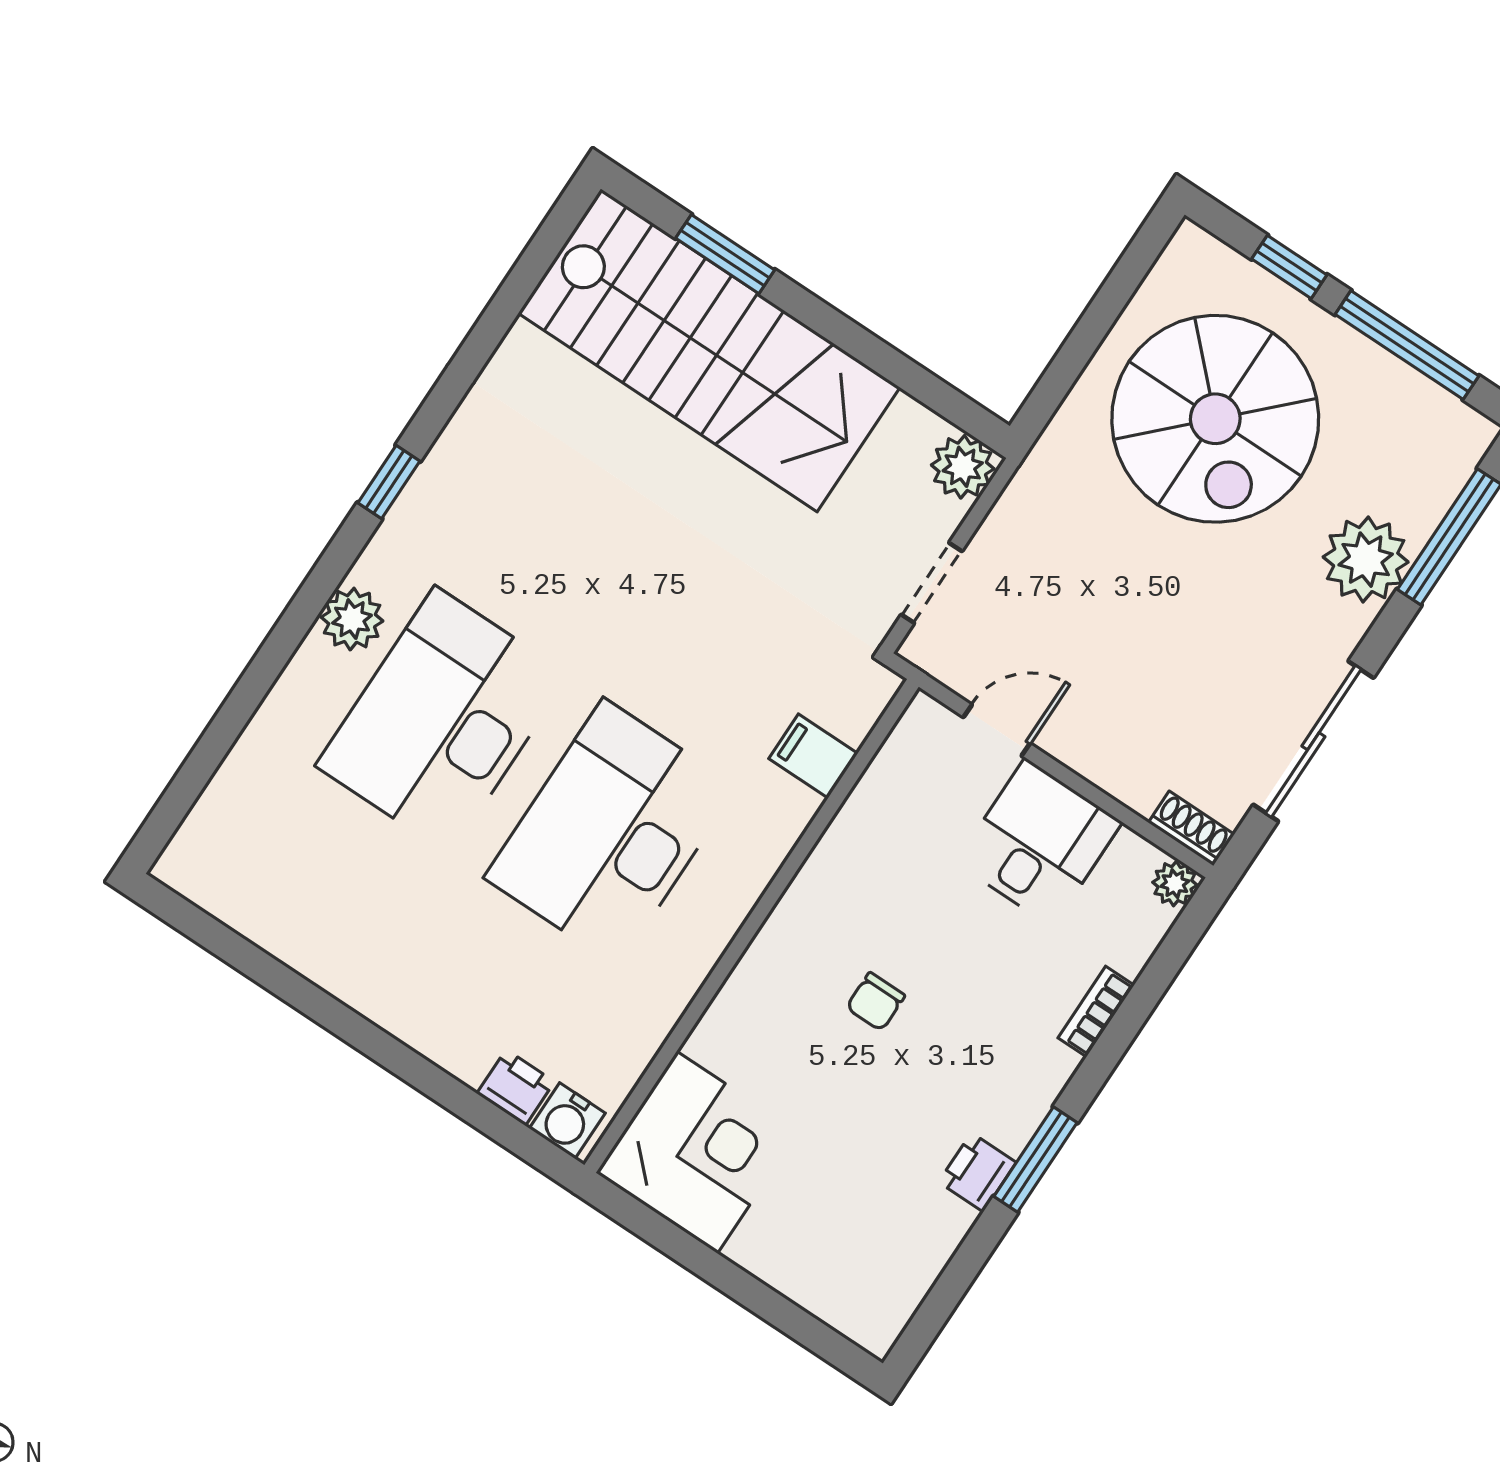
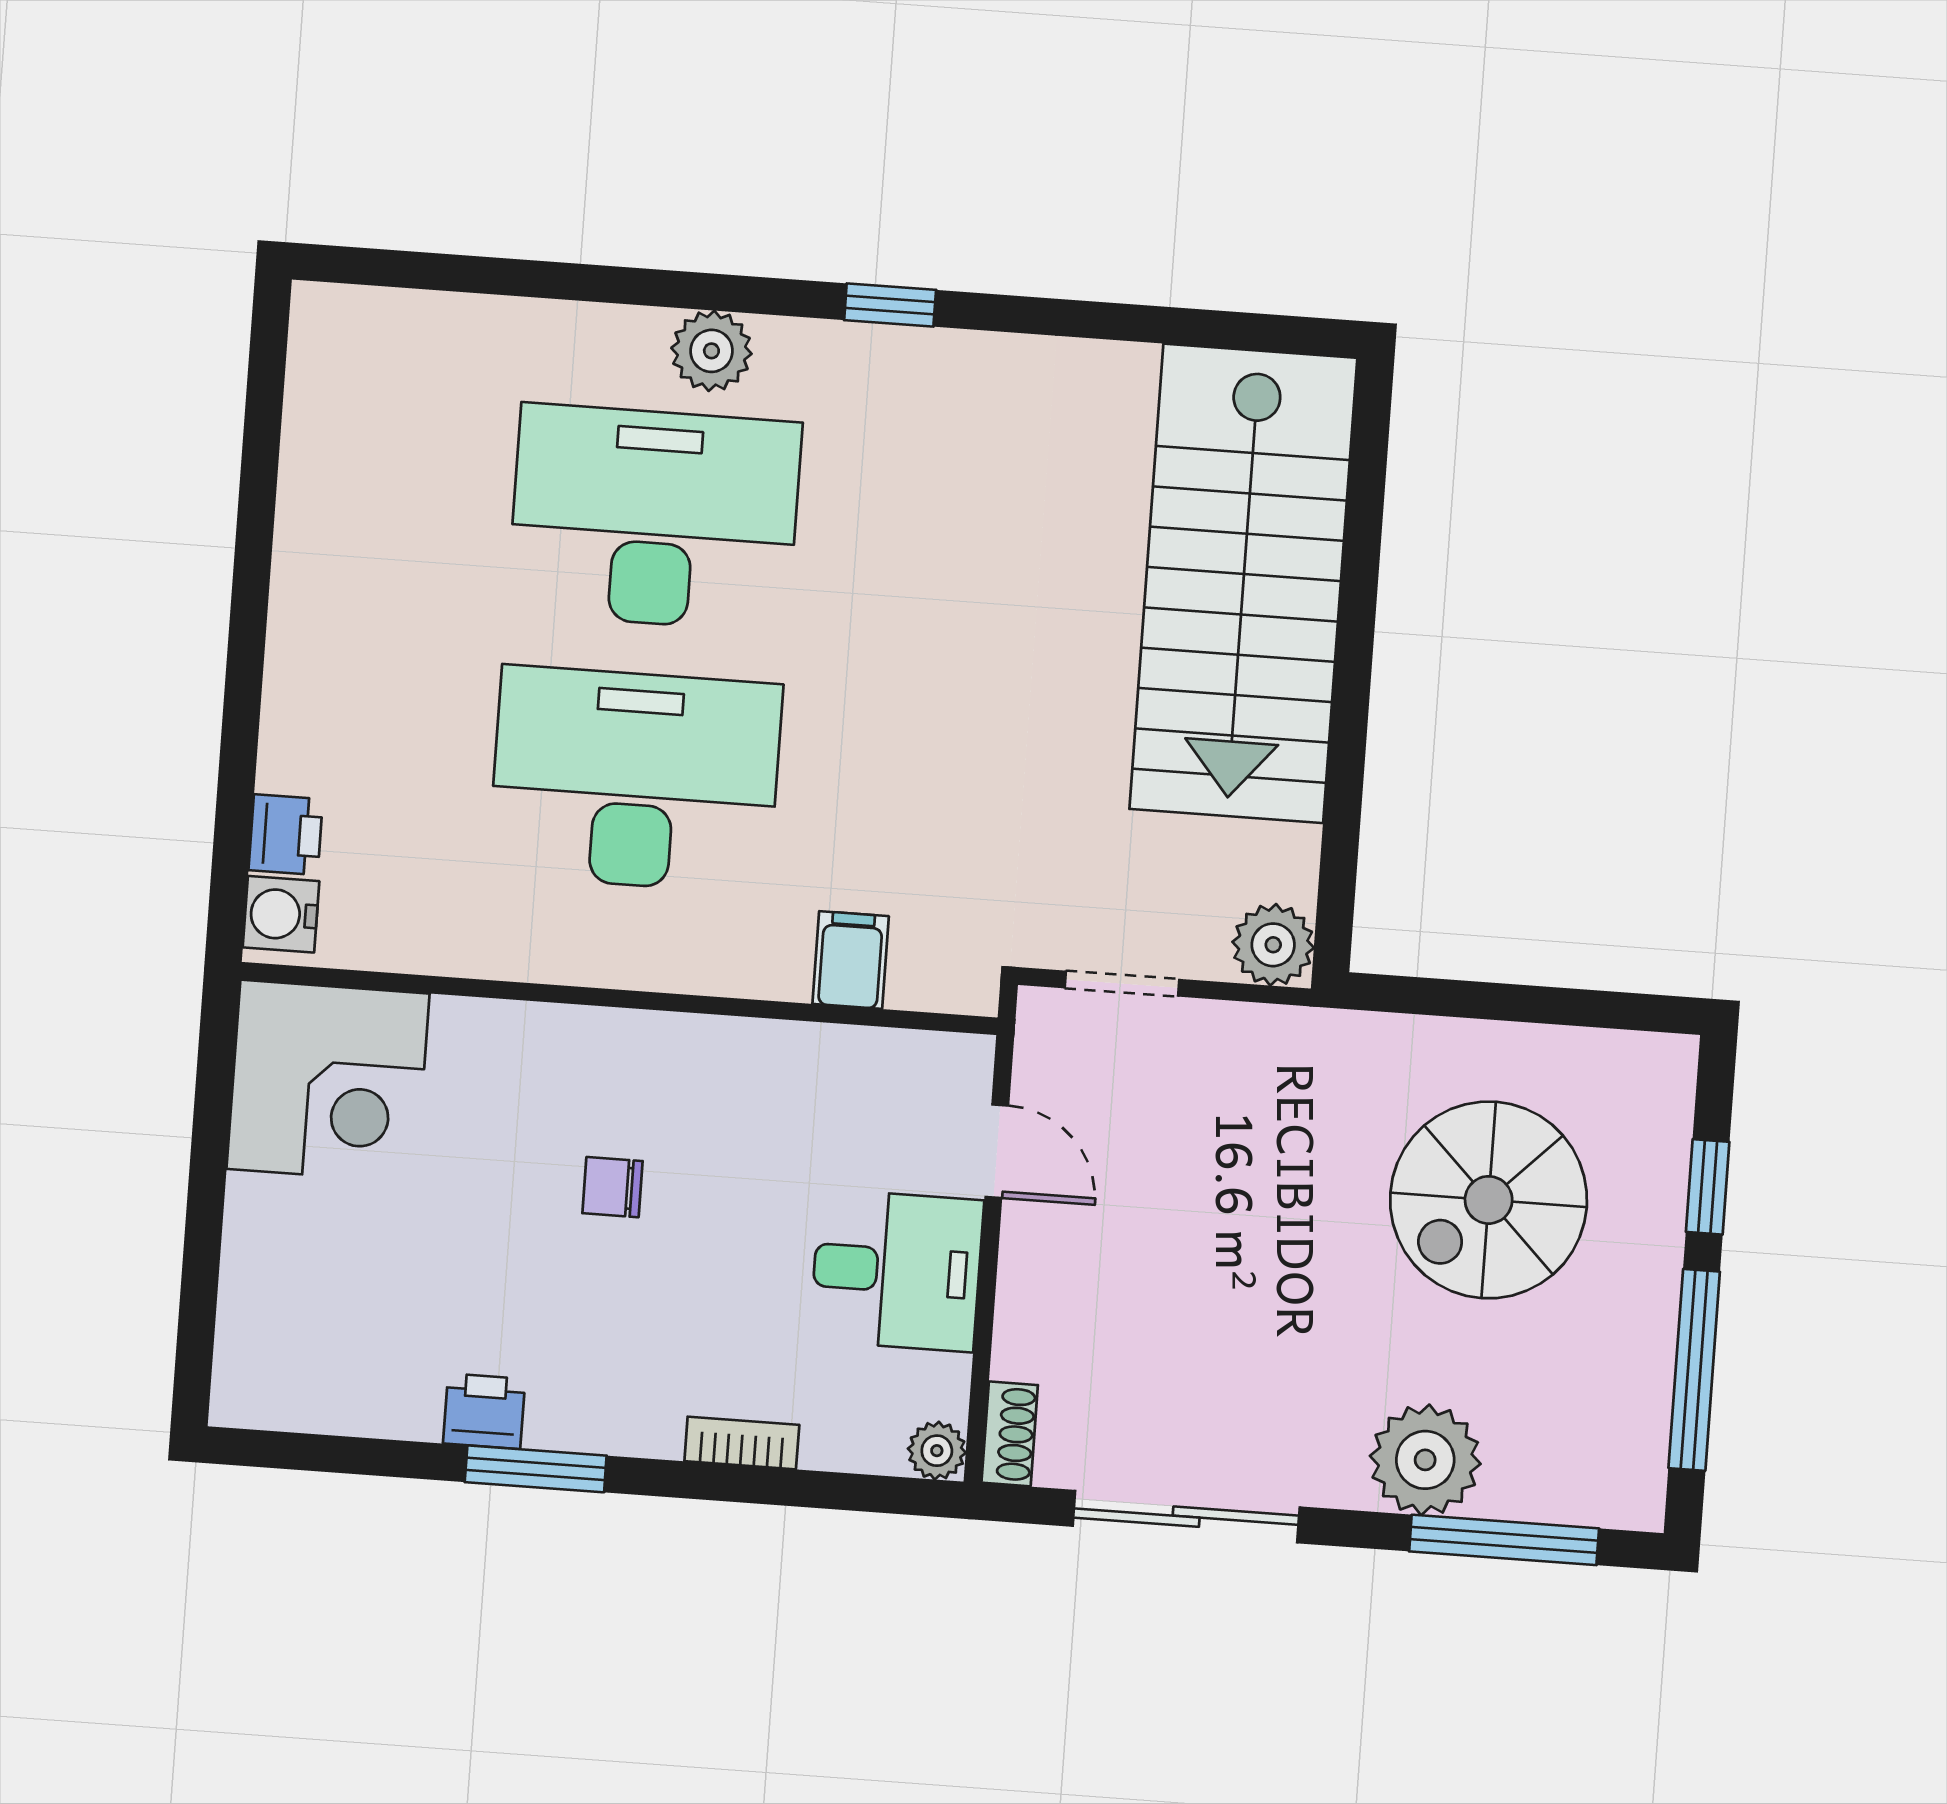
window: (725, 254) -> (1362, 540), removed
spiral stairs: (1215, 419) -> (1489, 1200), width x0.73, depth x0.73

